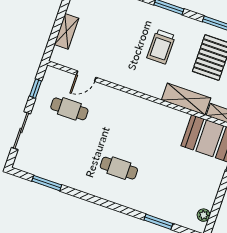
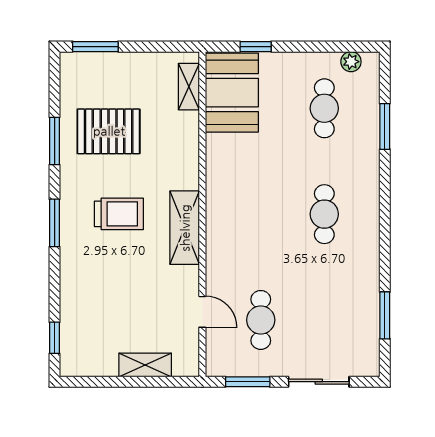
window: (36, 89) -> (248, 382), width x1.50
shelving: (186, 99) -> (185, 228), moved
cafe table: (181, 190) -> (324, 108), added

